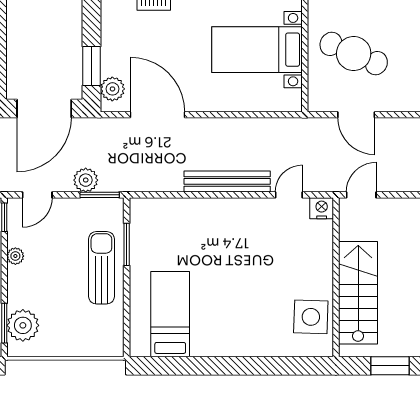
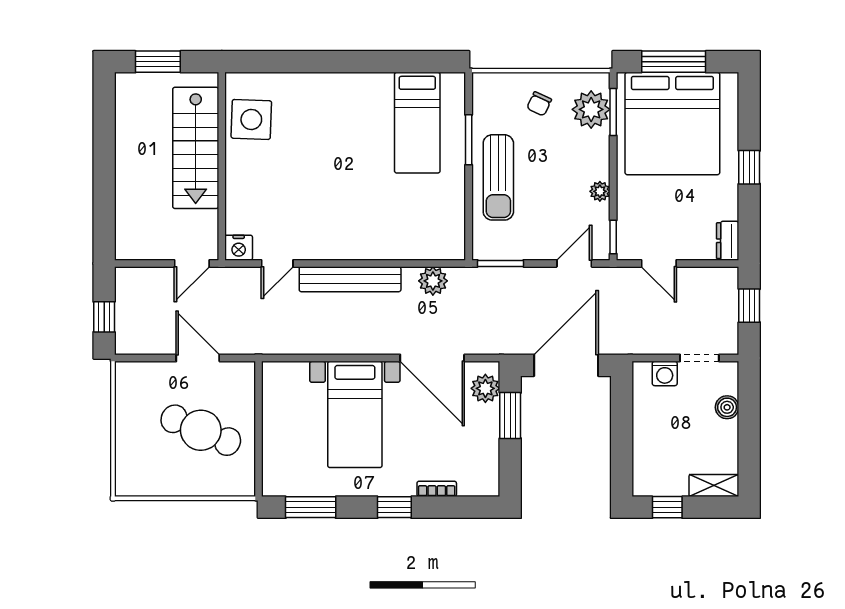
bed with nightstands: (257, 50) -> (355, 414), moved, turned 90
plant: (86, 180) -> (433, 281), moved
window: (127, 244) -> (469, 140), moved
chair: (67, 330) -> (539, 104), added

